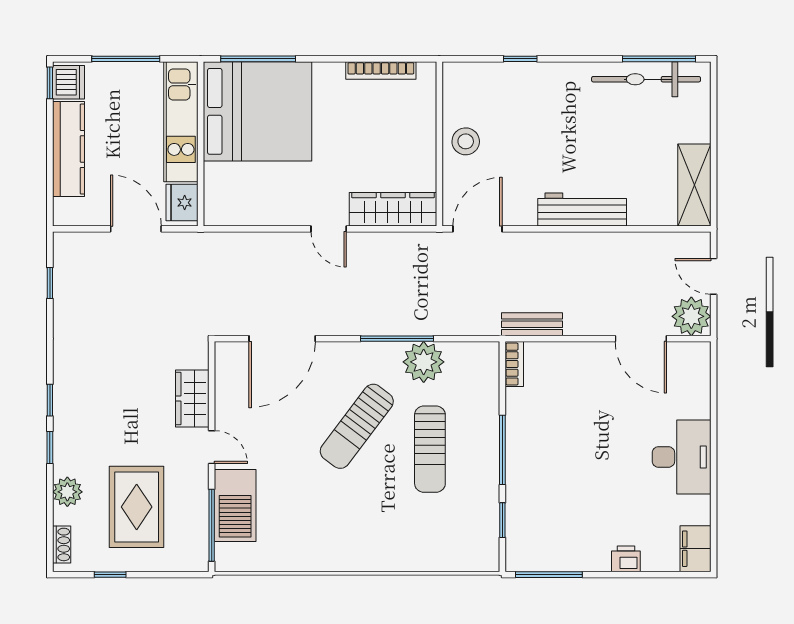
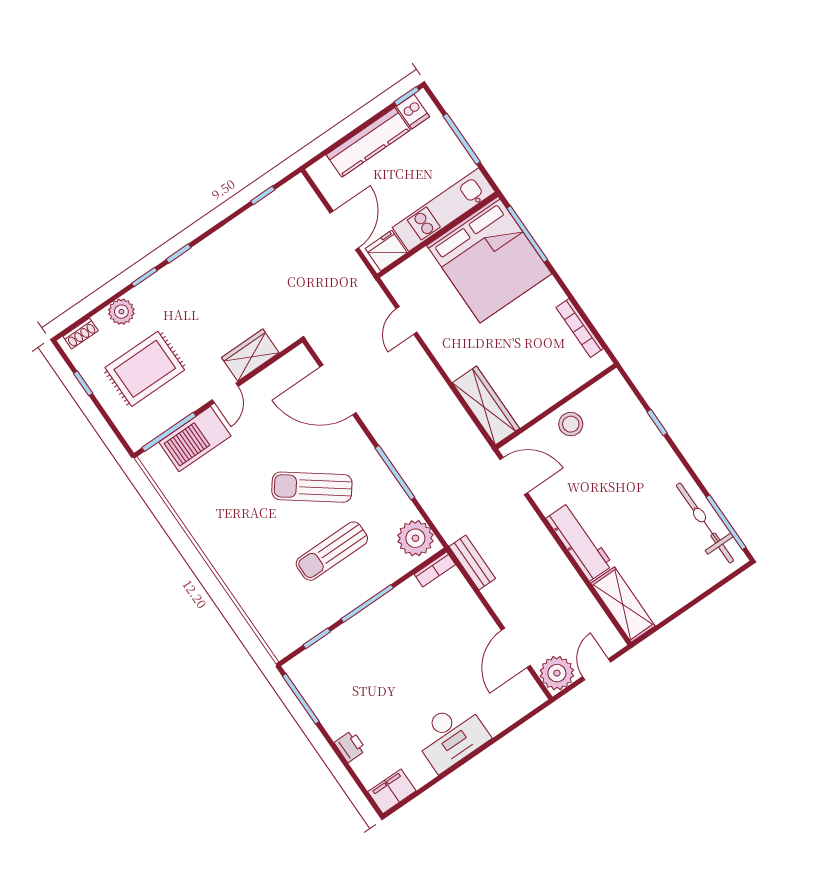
dishwasher: (68, 82) -> (413, 112), width x0.73
shelving: (694, 185) -> (623, 605), moved, turned 90
door: (329, 229) -> (406, 321), moved
plant: (424, 362) -> (415, 538), moved

